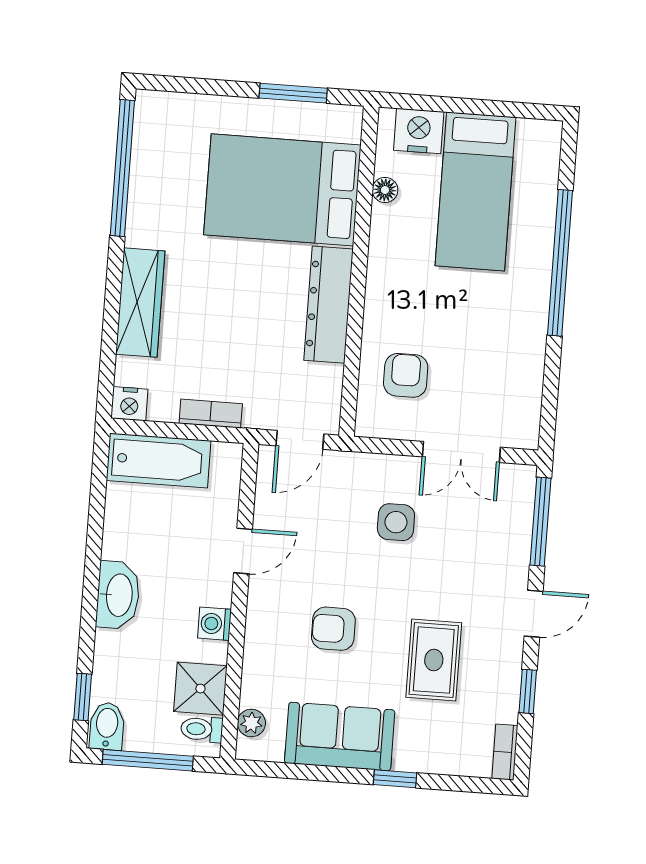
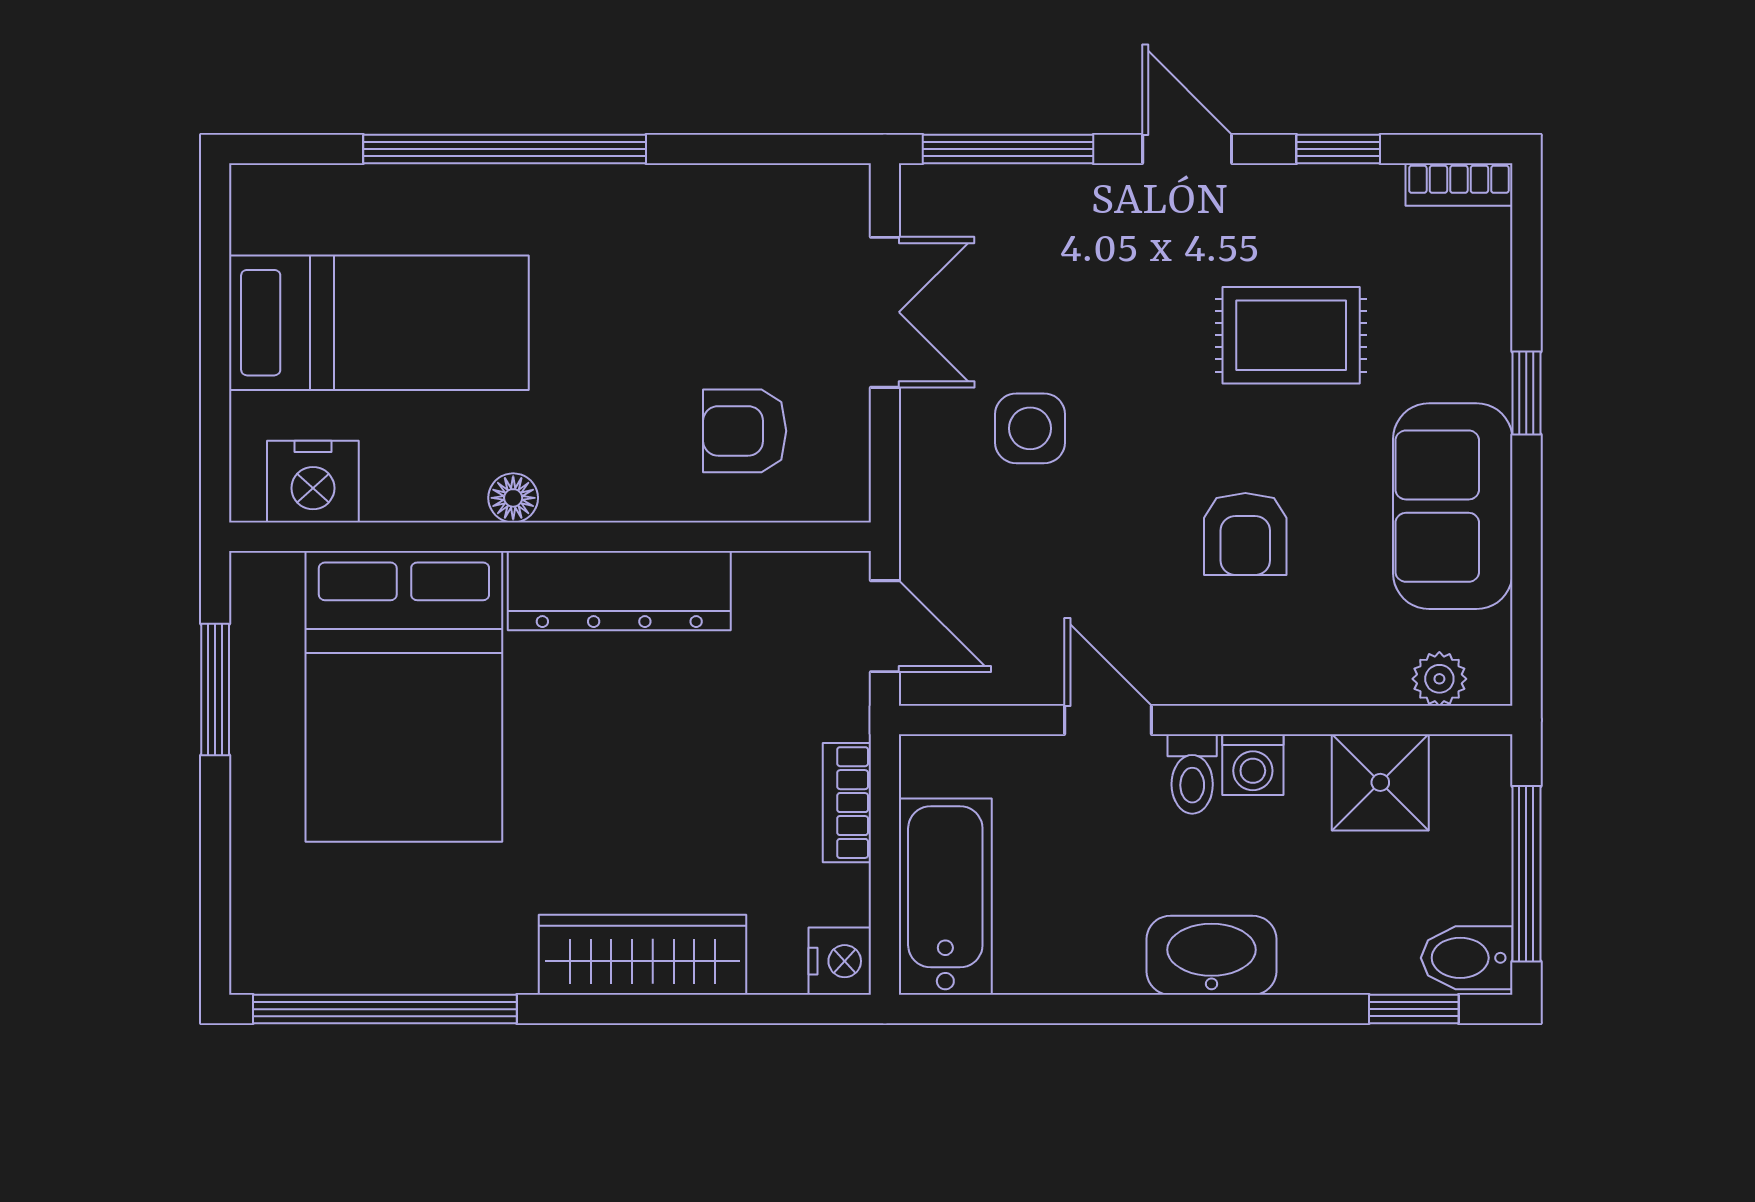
nightstand: (419, 131) -> (313, 482), moved, turned -90
floor lamp: (385, 190) -> (513, 498), moved
toilet: (202, 729) -> (1192, 774), moved

